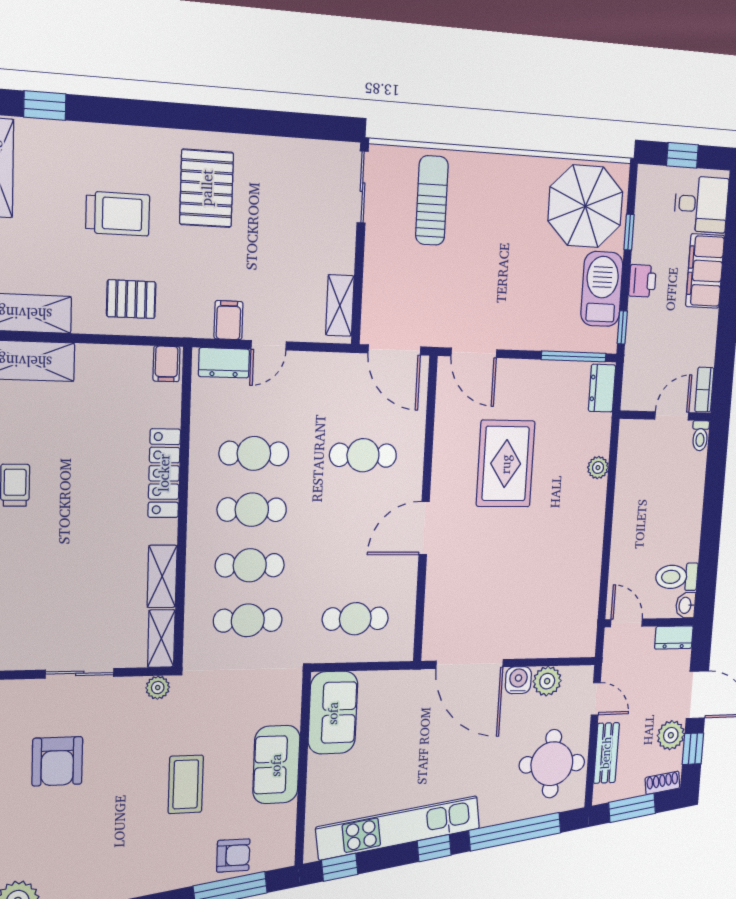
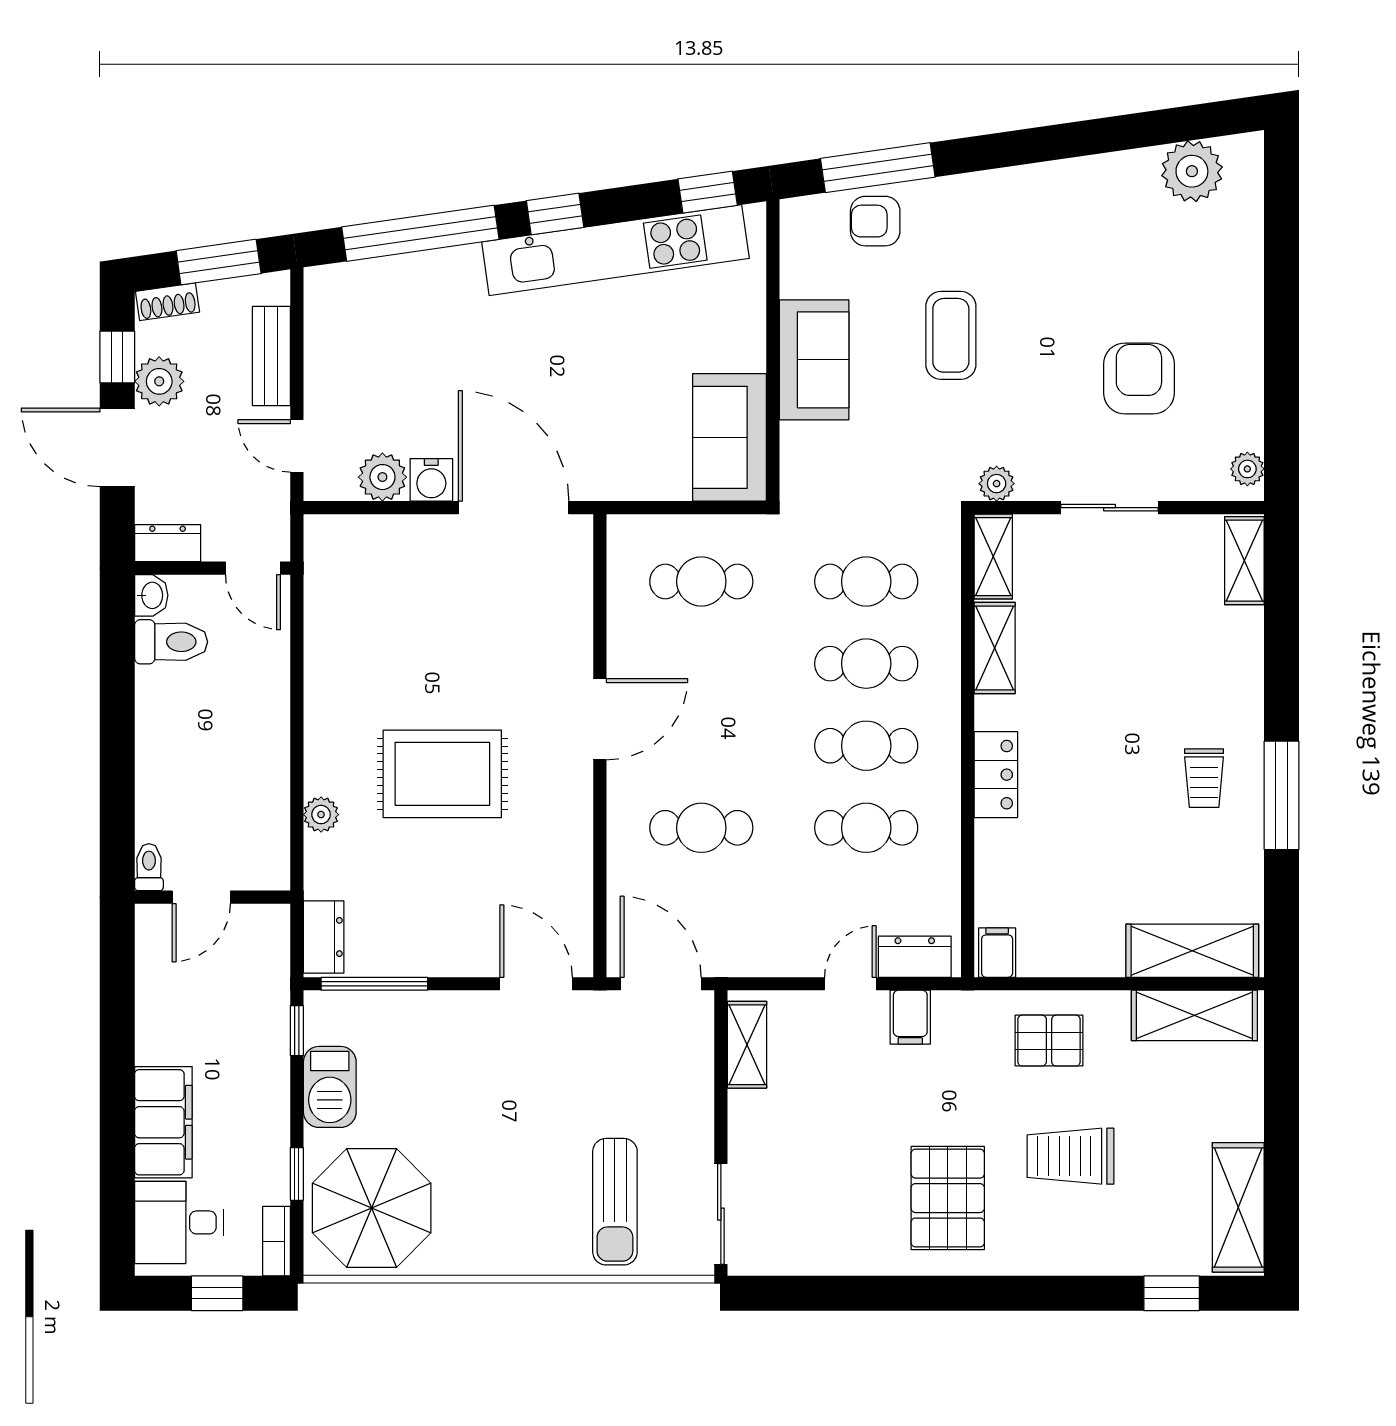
printer: (642, 281) -> (269, 1102), removed
barbecue: (602, 289) -> (330, 1087), width x0.73, depth x0.83
bookcase: (704, 390) -> (276, 1241), moved, turned 180
rug: (506, 464) -> (442, 774), moved, turned 90
locker: (164, 473) -> (996, 775), width x0.66
round table: (552, 764) -> (365, 342), removed

